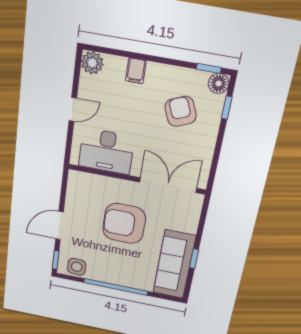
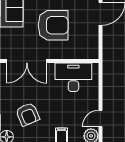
door: (73, 109) -> (100, 119), moved

